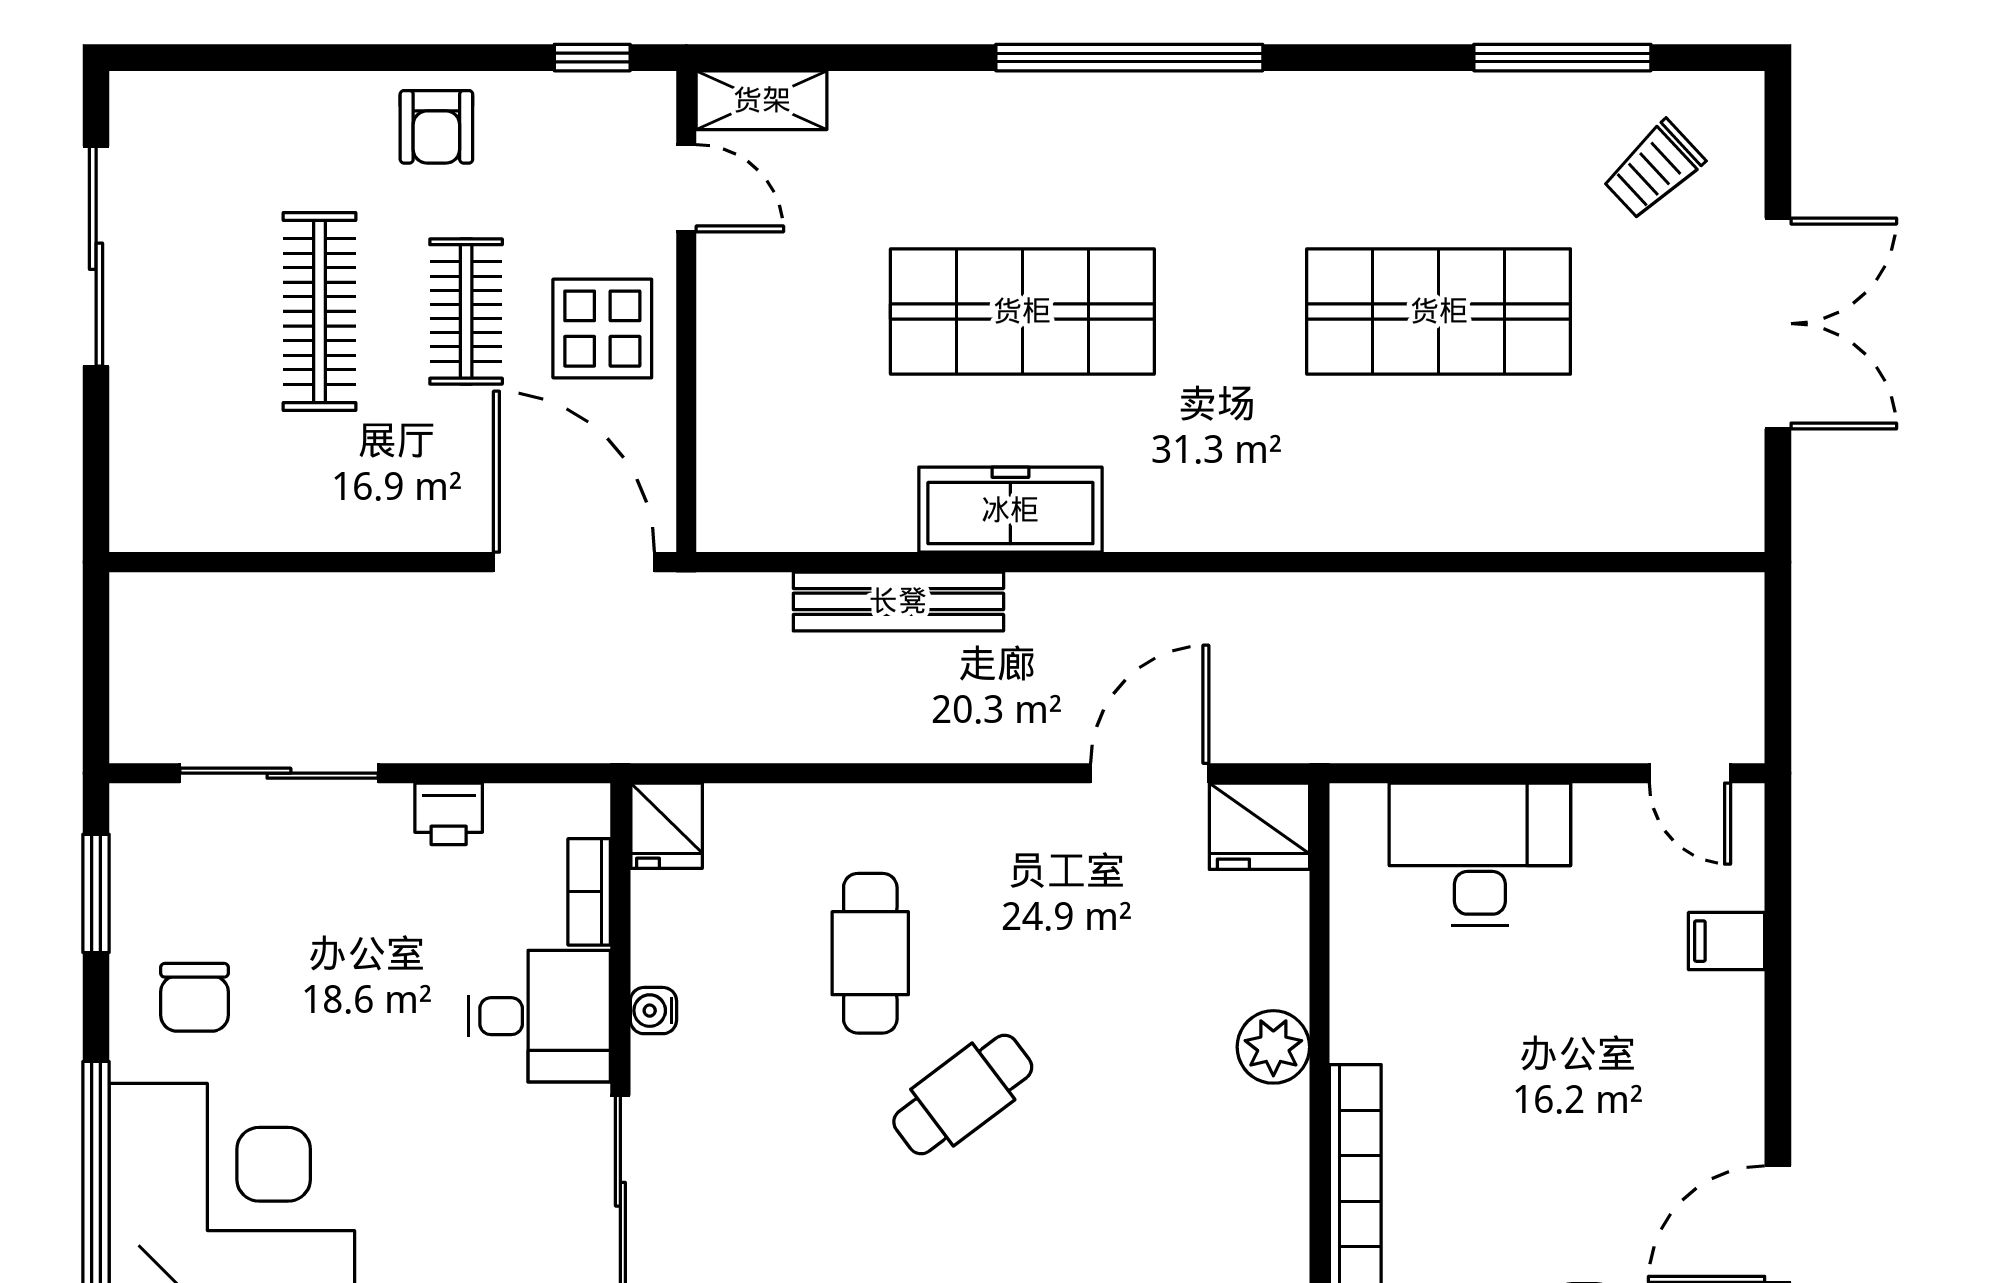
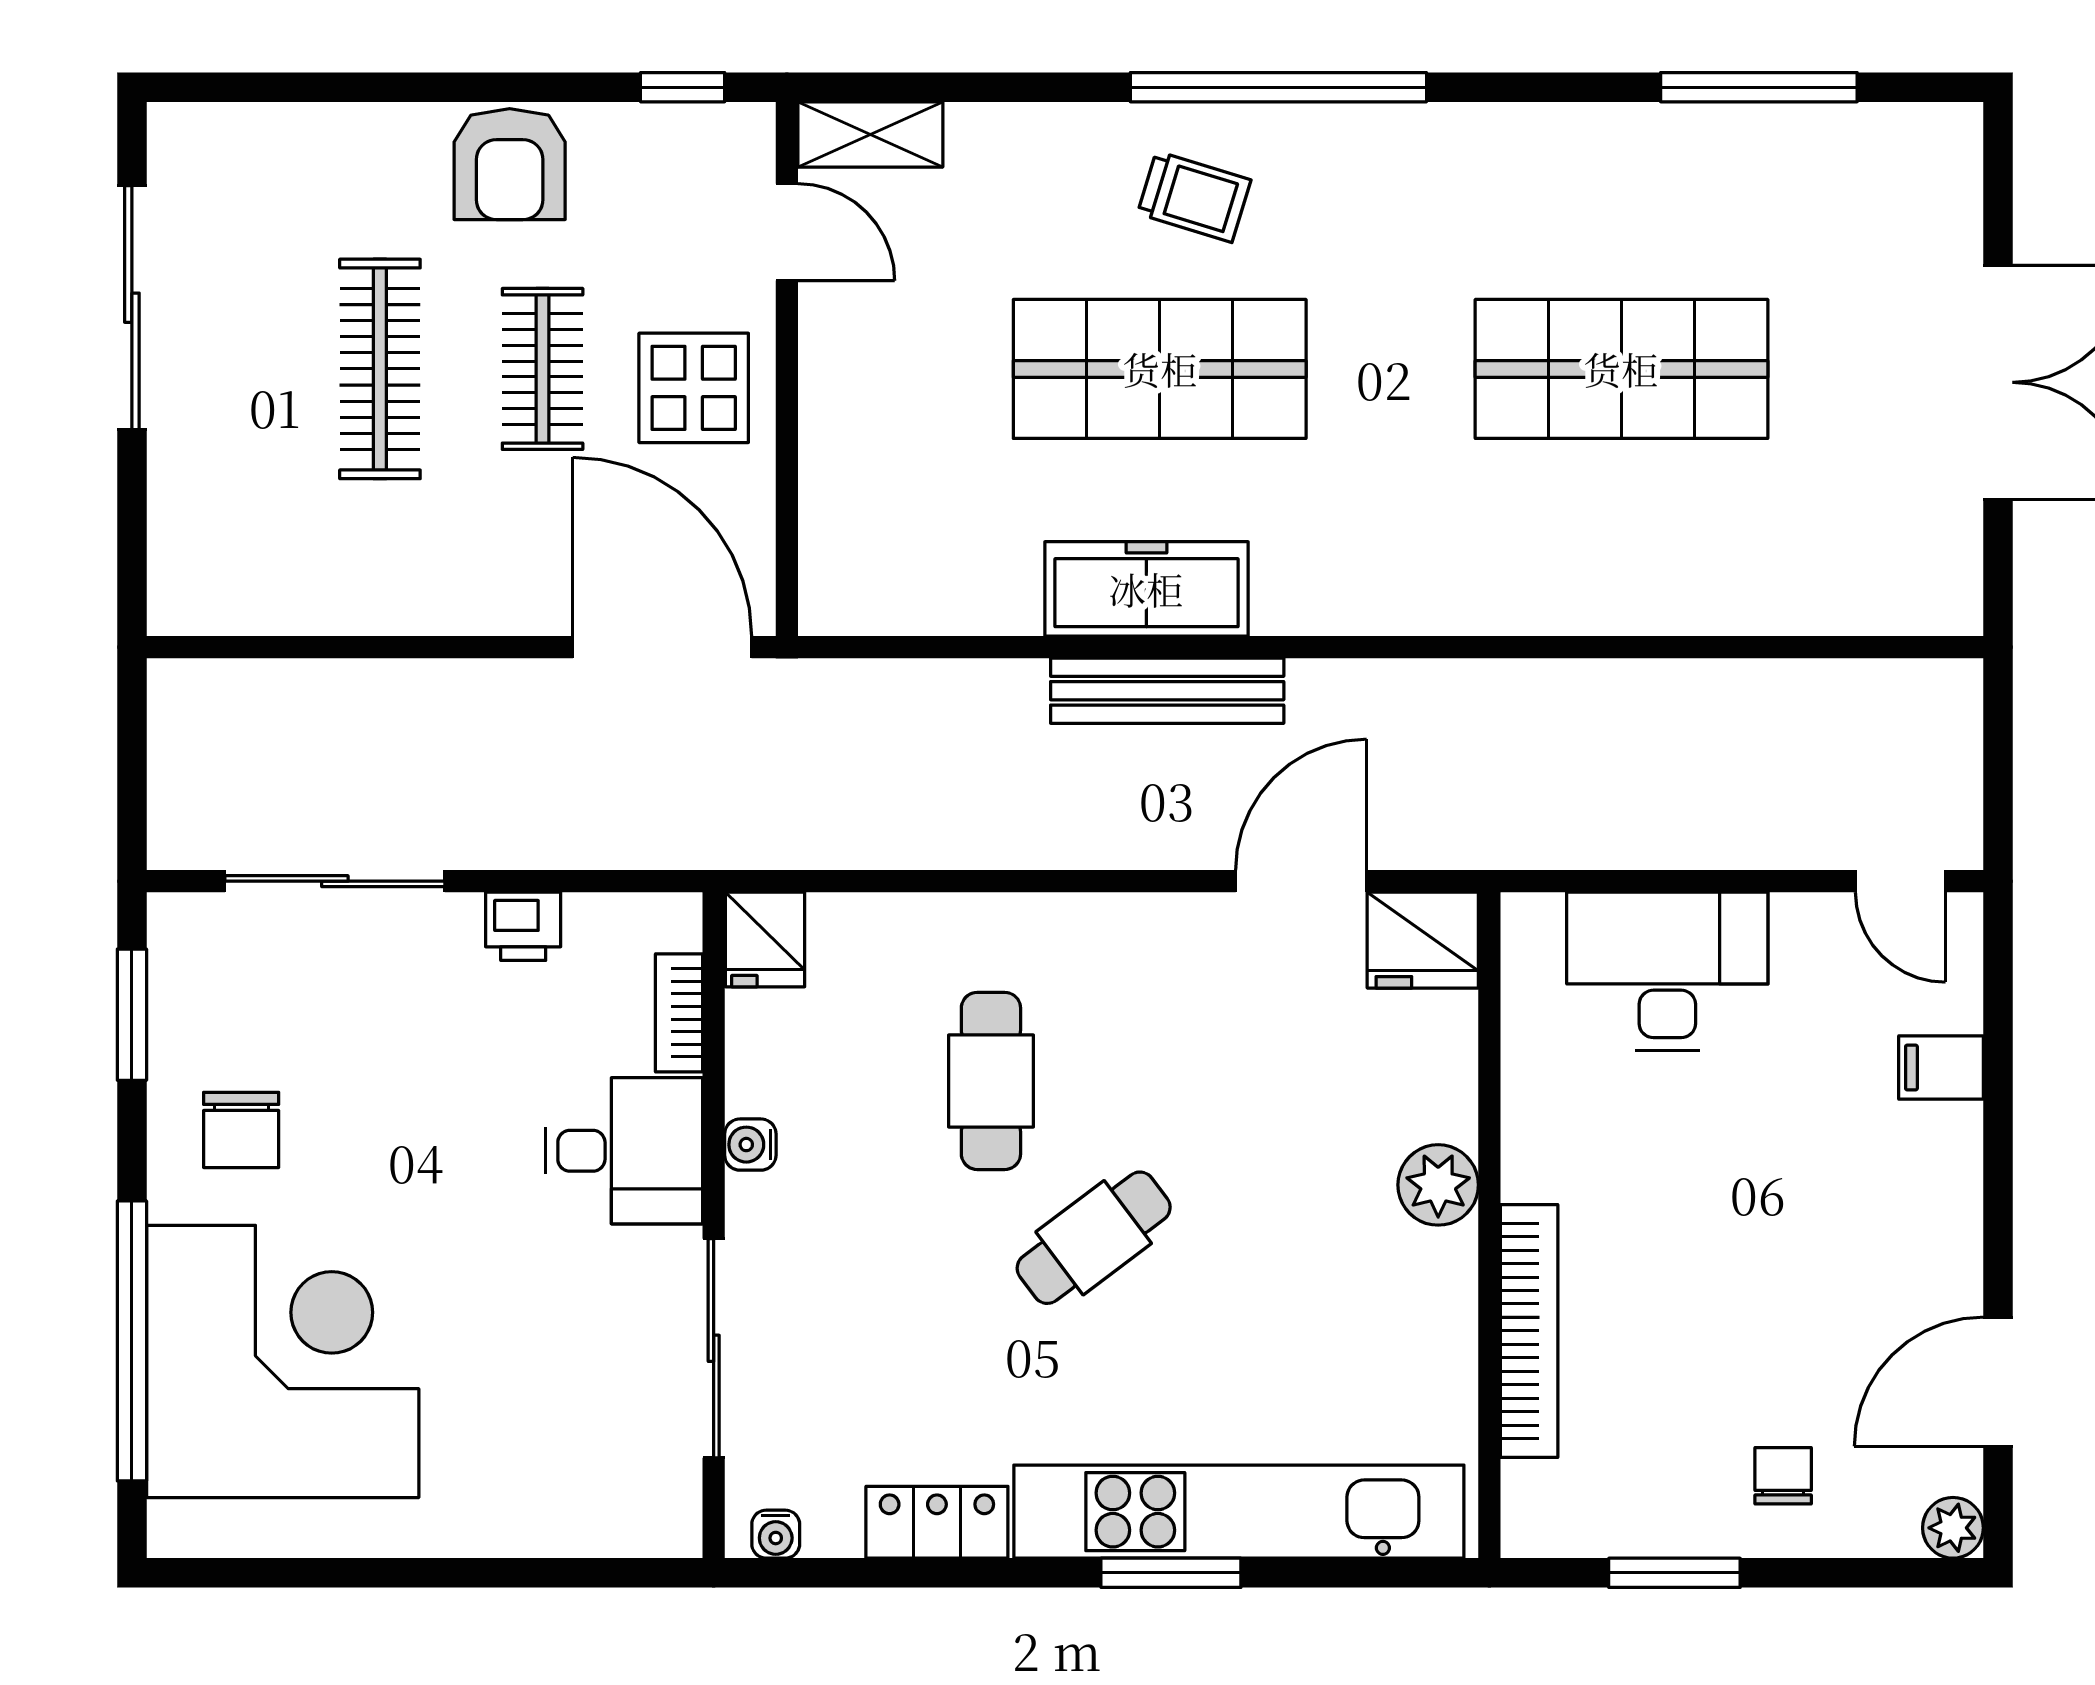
armchair: (436, 127) -> (510, 164), width x1.38, depth x1.38
trolley: (1654, 170) -> (1194, 197), moved, turned -120
bench: (898, 601) -> (1167, 691), moved

